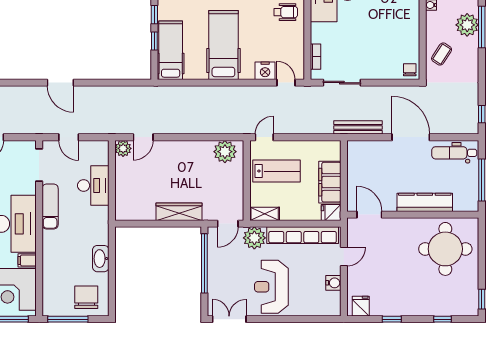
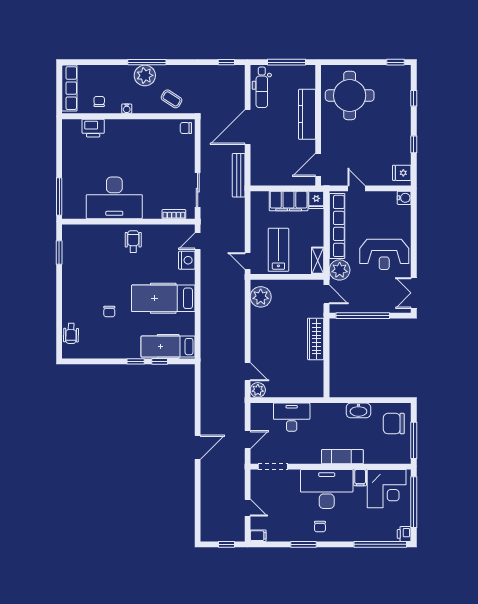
exam couch: (50, 206) -> (342, 457), moved
water cooler: (333, 283) -> (404, 198), moved, turned 90

